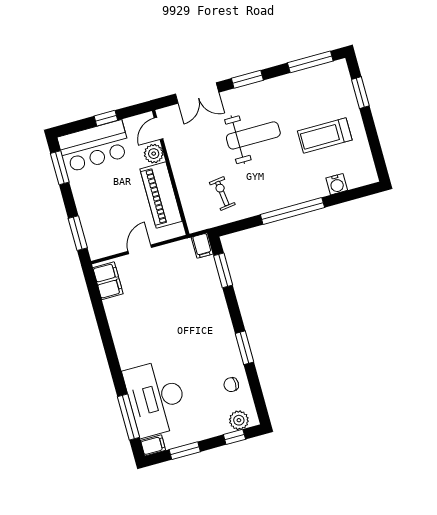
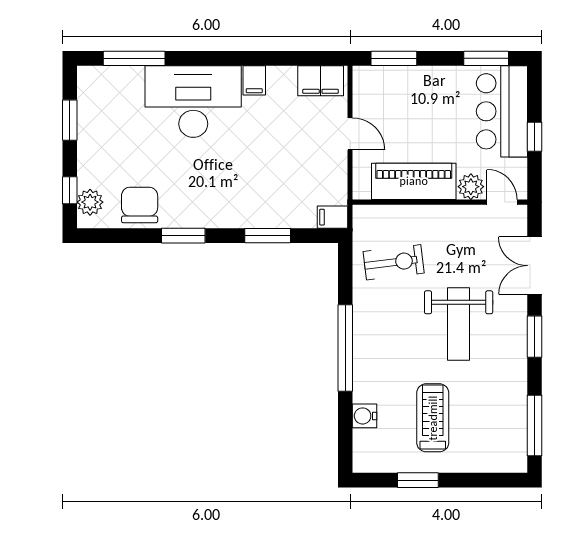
window: (360, 93) -> (418, 480), moved
exercise bike: (222, 193) -> (394, 262), width x1.38, depth x1.39
window: (223, 270) -> (268, 236), moved
chair: (231, 385) -> (140, 205), width x1.87, depth x1.87
desk: (156, 398) -> (193, 101), moved
filing cabinet: (153, 445) -> (254, 80), moved

